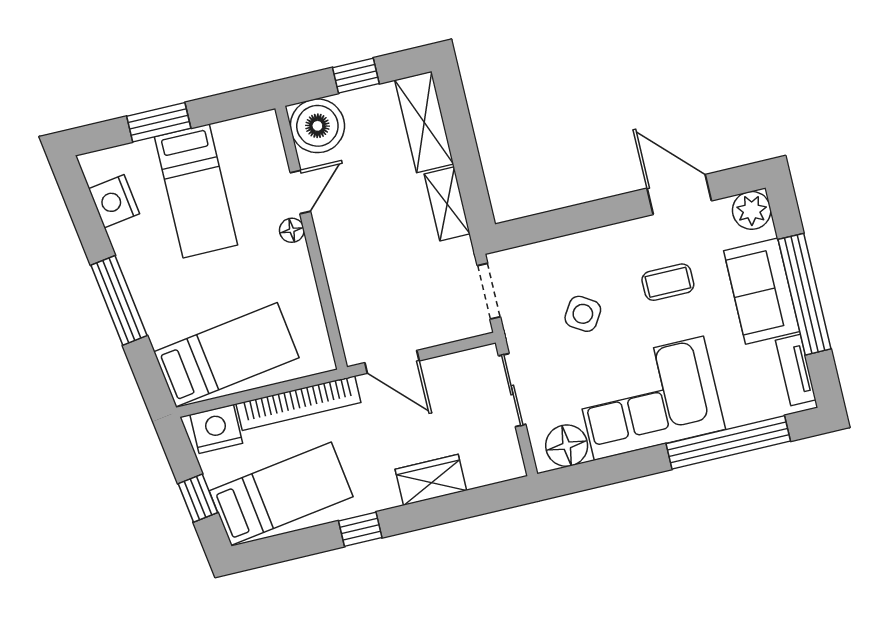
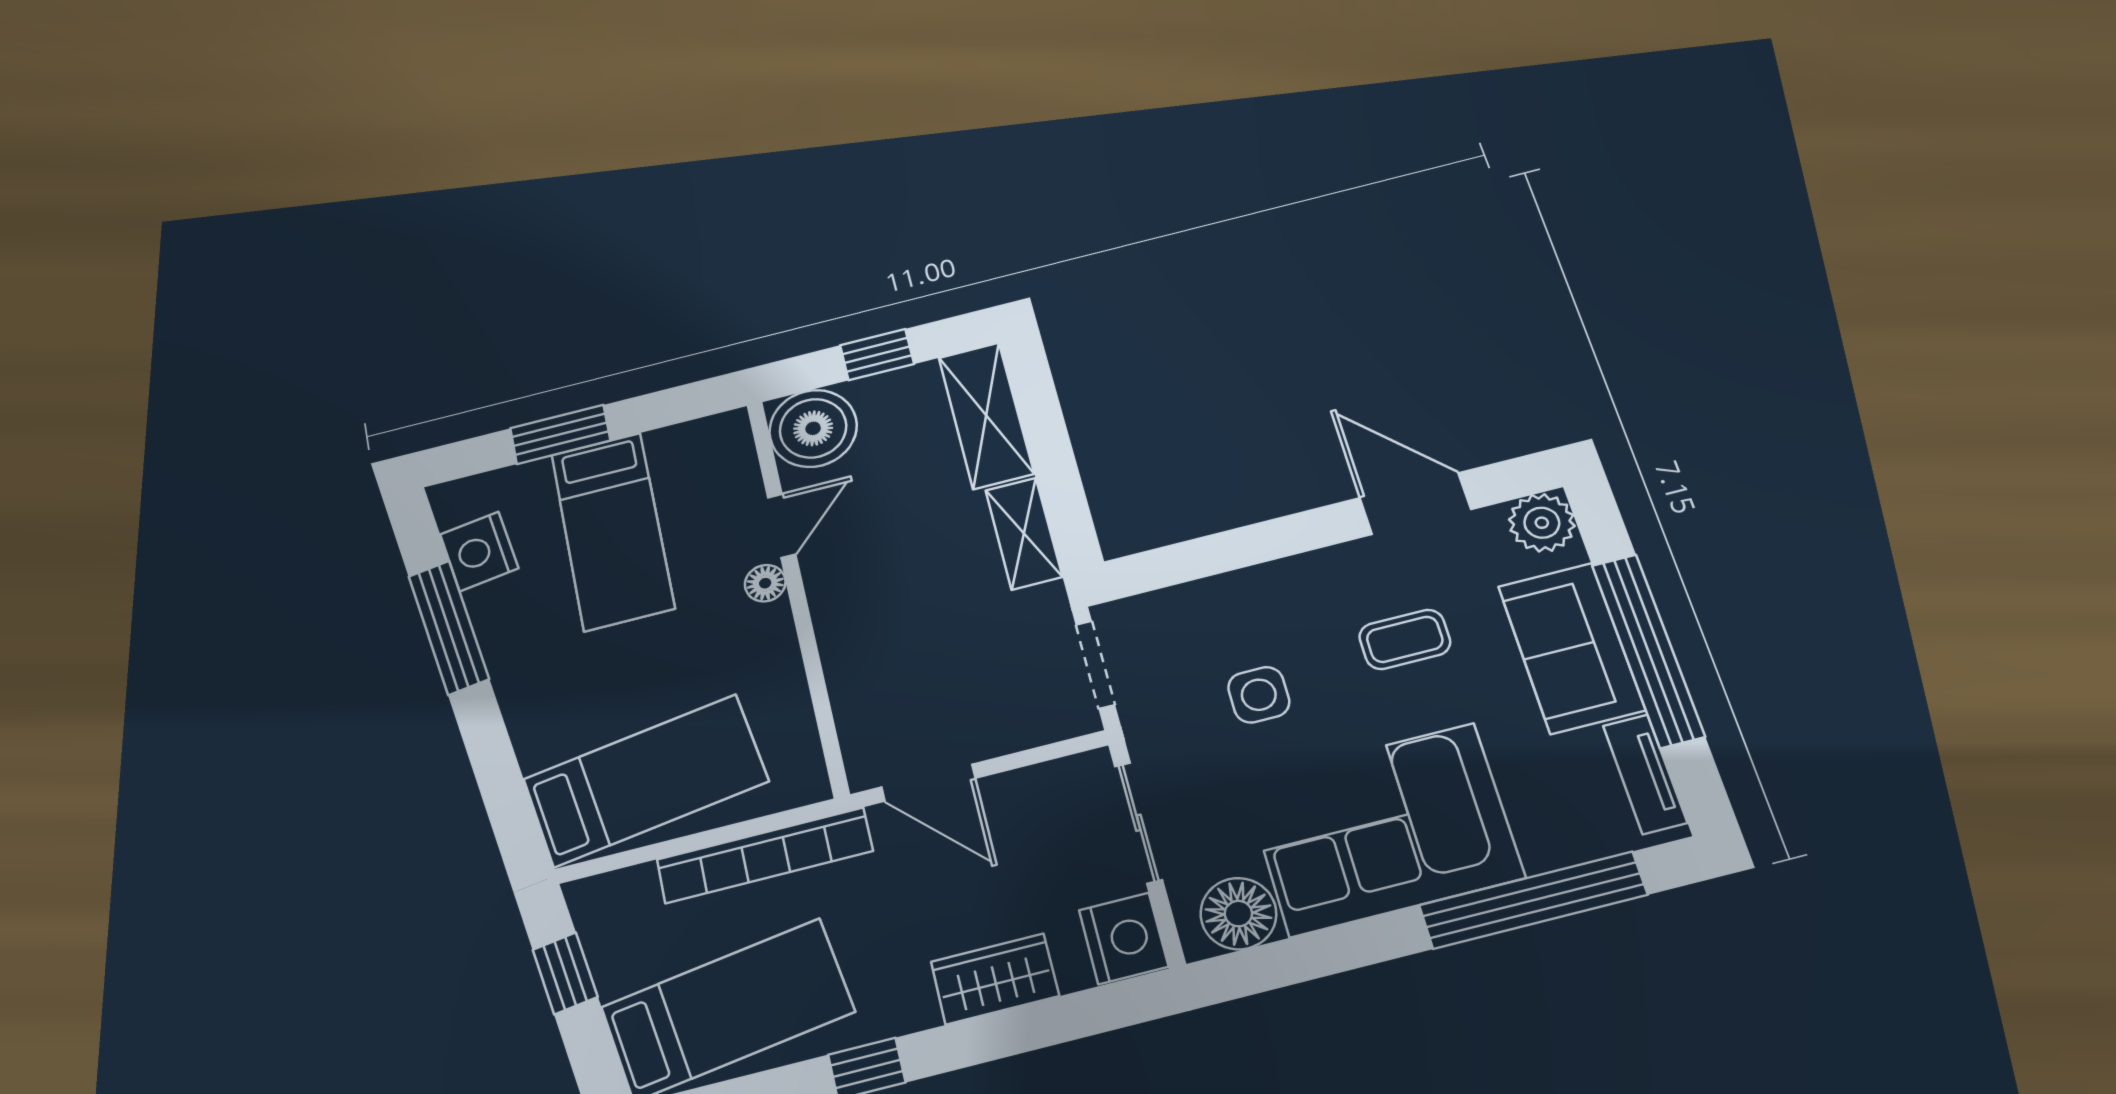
window: (119, 300) -> (449, 627), moved
side table: (583, 314) -> (1259, 695), turned -32
nightstand: (216, 429) -> (1124, 938), moved, turned 90
window: (198, 498) -> (565, 973), moved

